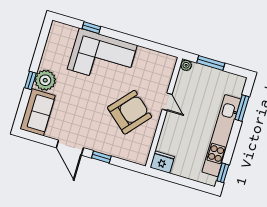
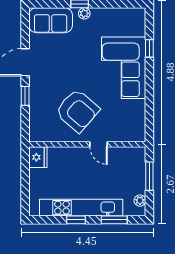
plant: (186, 65) -> (140, 201), moved
plant: (45, 80) -> (84, 13), width x0.53, depth x0.53
door: (167, 102) -> (99, 144), hinge flipped
window: (223, 173) -> (76, 220), moved

